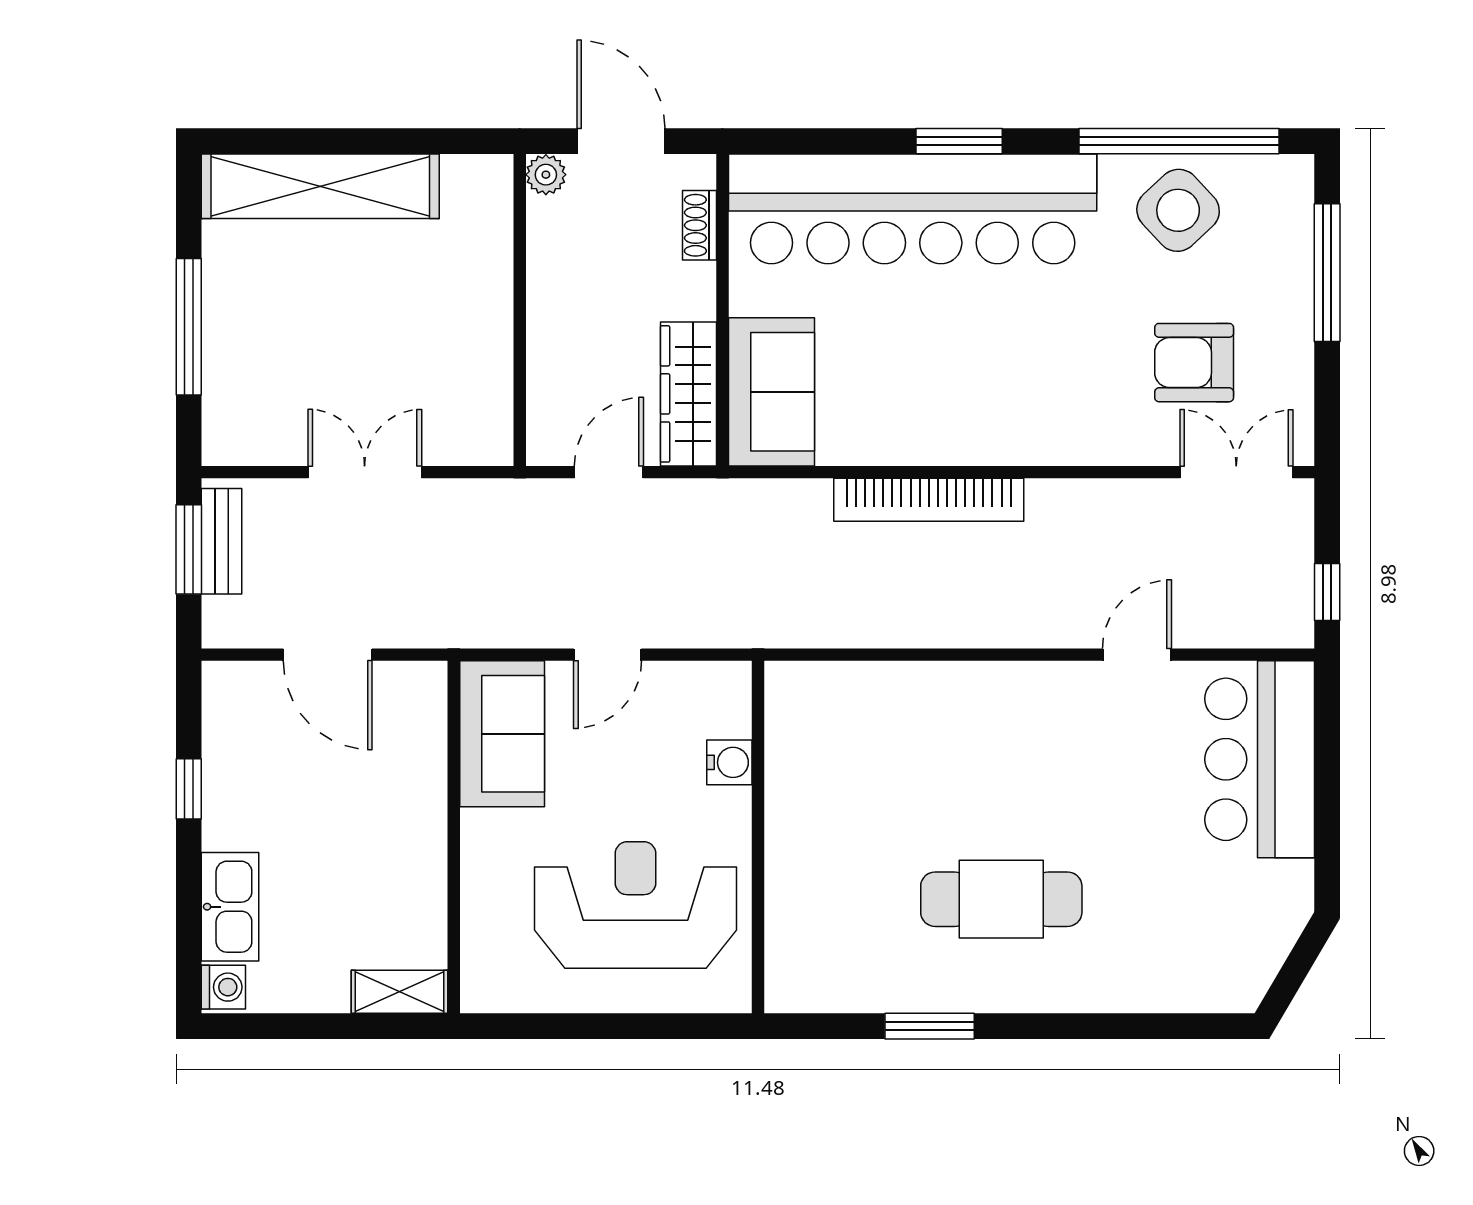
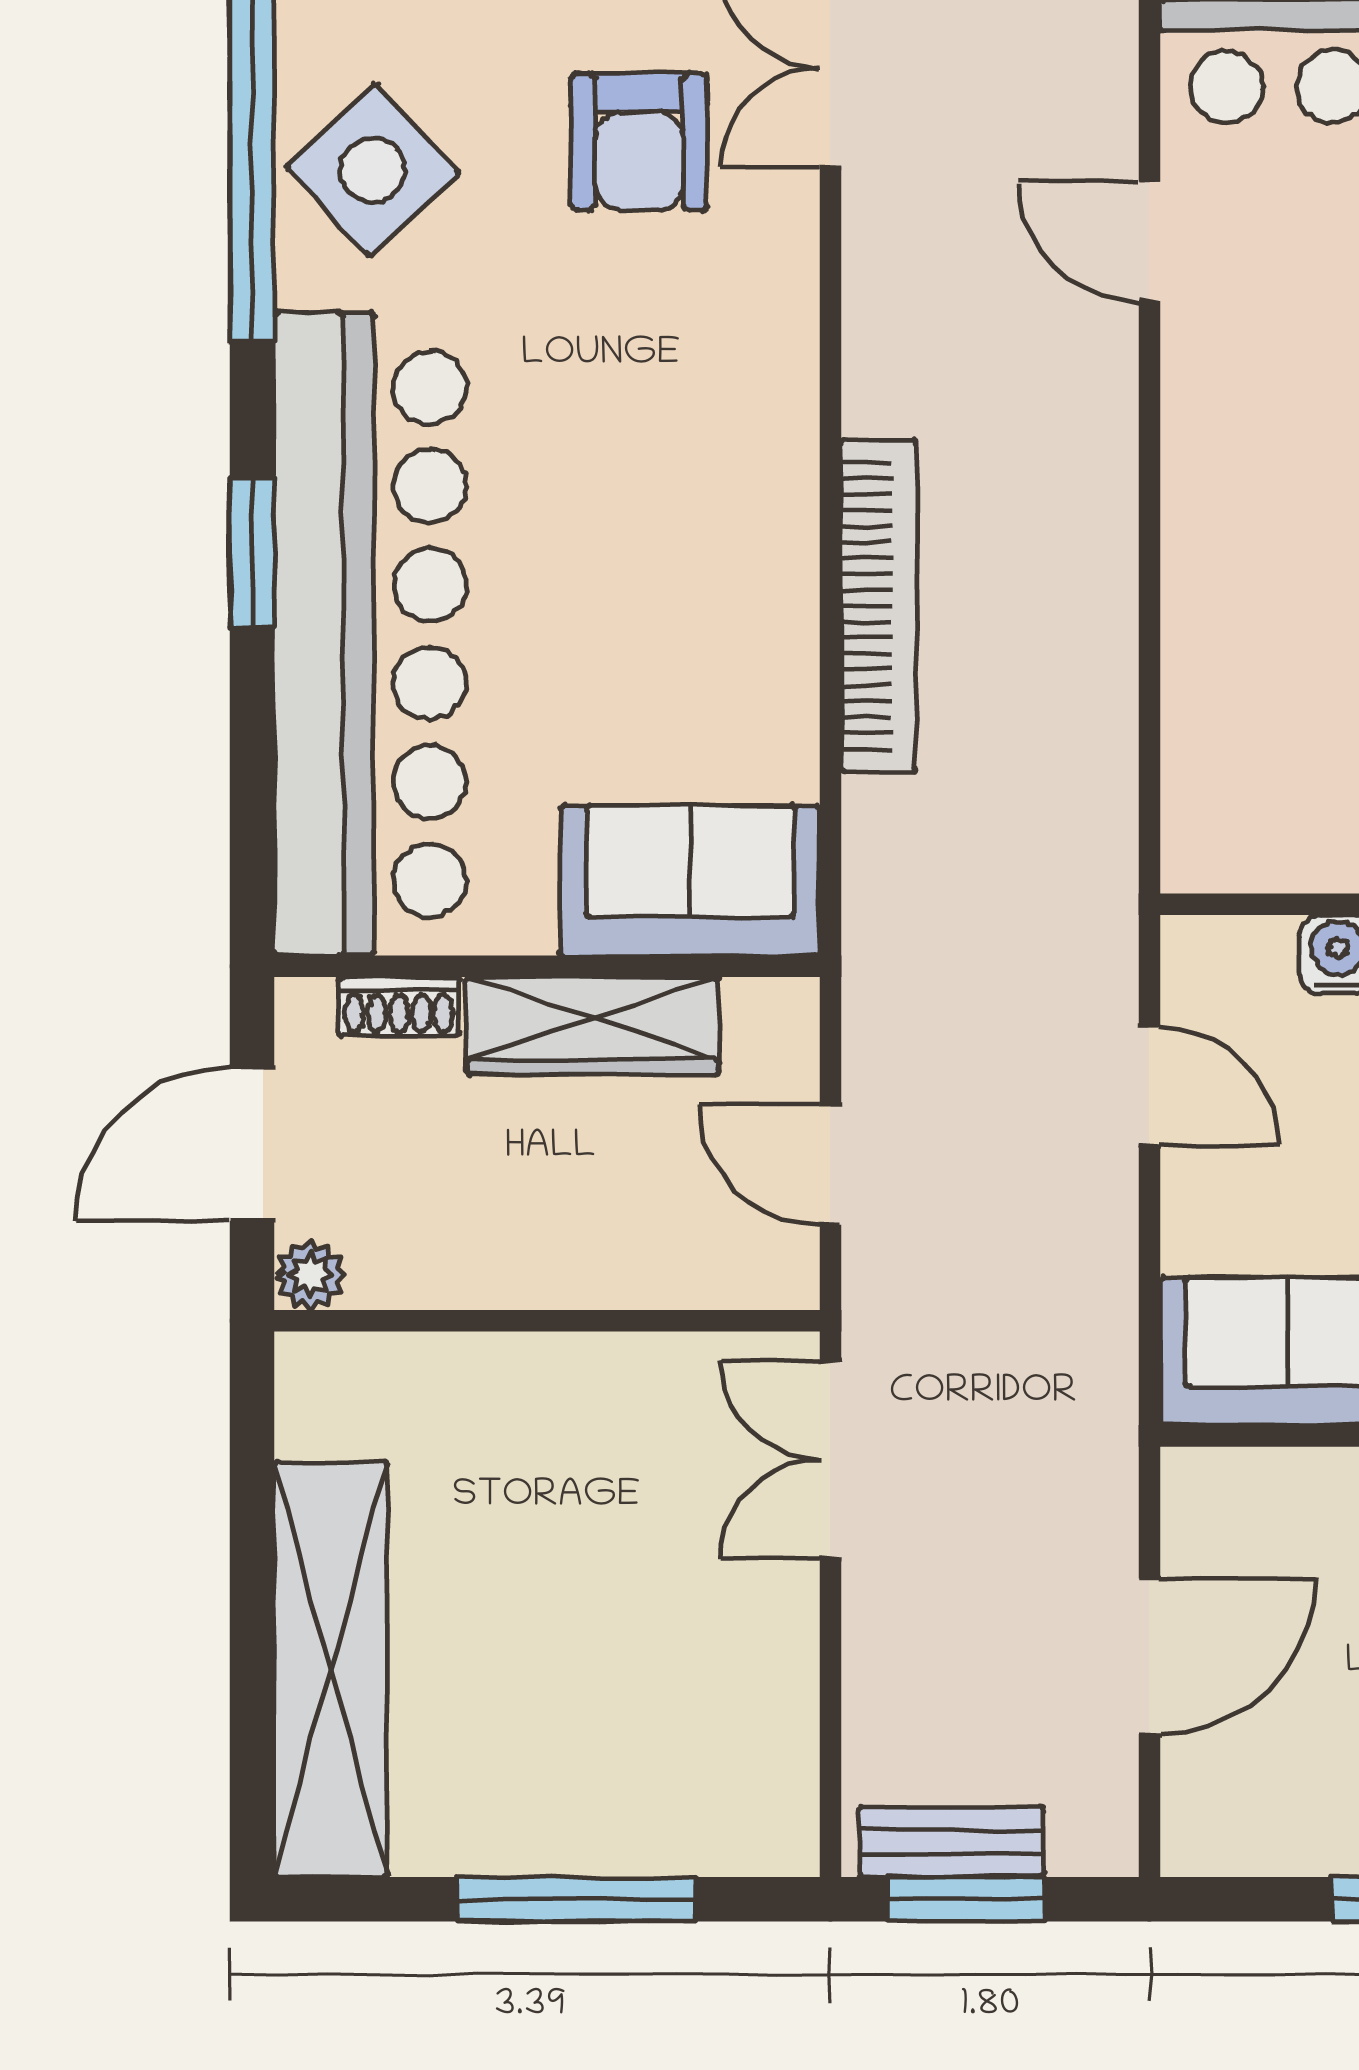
wardrobe: (688, 394) -> (593, 1026), moved
double door: (365, 472) -> (830, 1459), moved
door: (607, 655) -> (1149, 1086), moved

